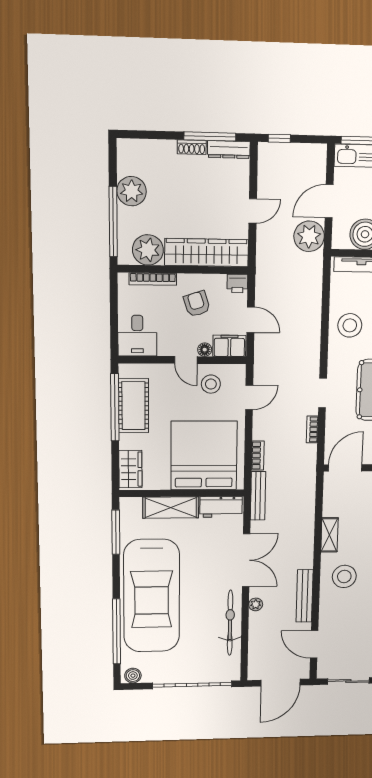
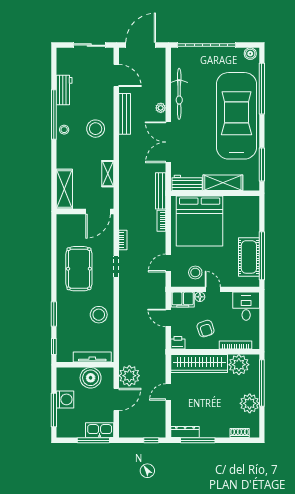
shoe rack: (192, 147) -> (240, 433), moved
wardrobe: (130, 469) -> (251, 211), removed
shelving: (329, 535) -> (108, 174), moved

